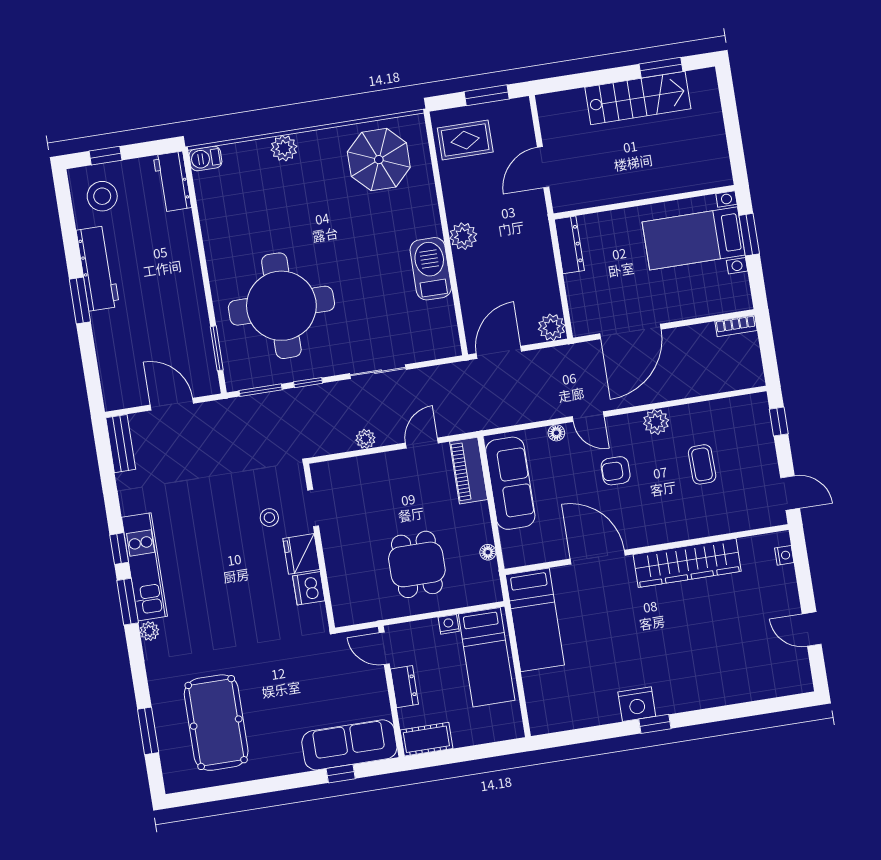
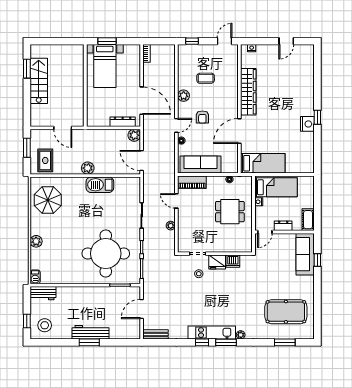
dresser: (569, 245) -> (123, 122), moved
workbench: (98, 268) -> (91, 332), moved

